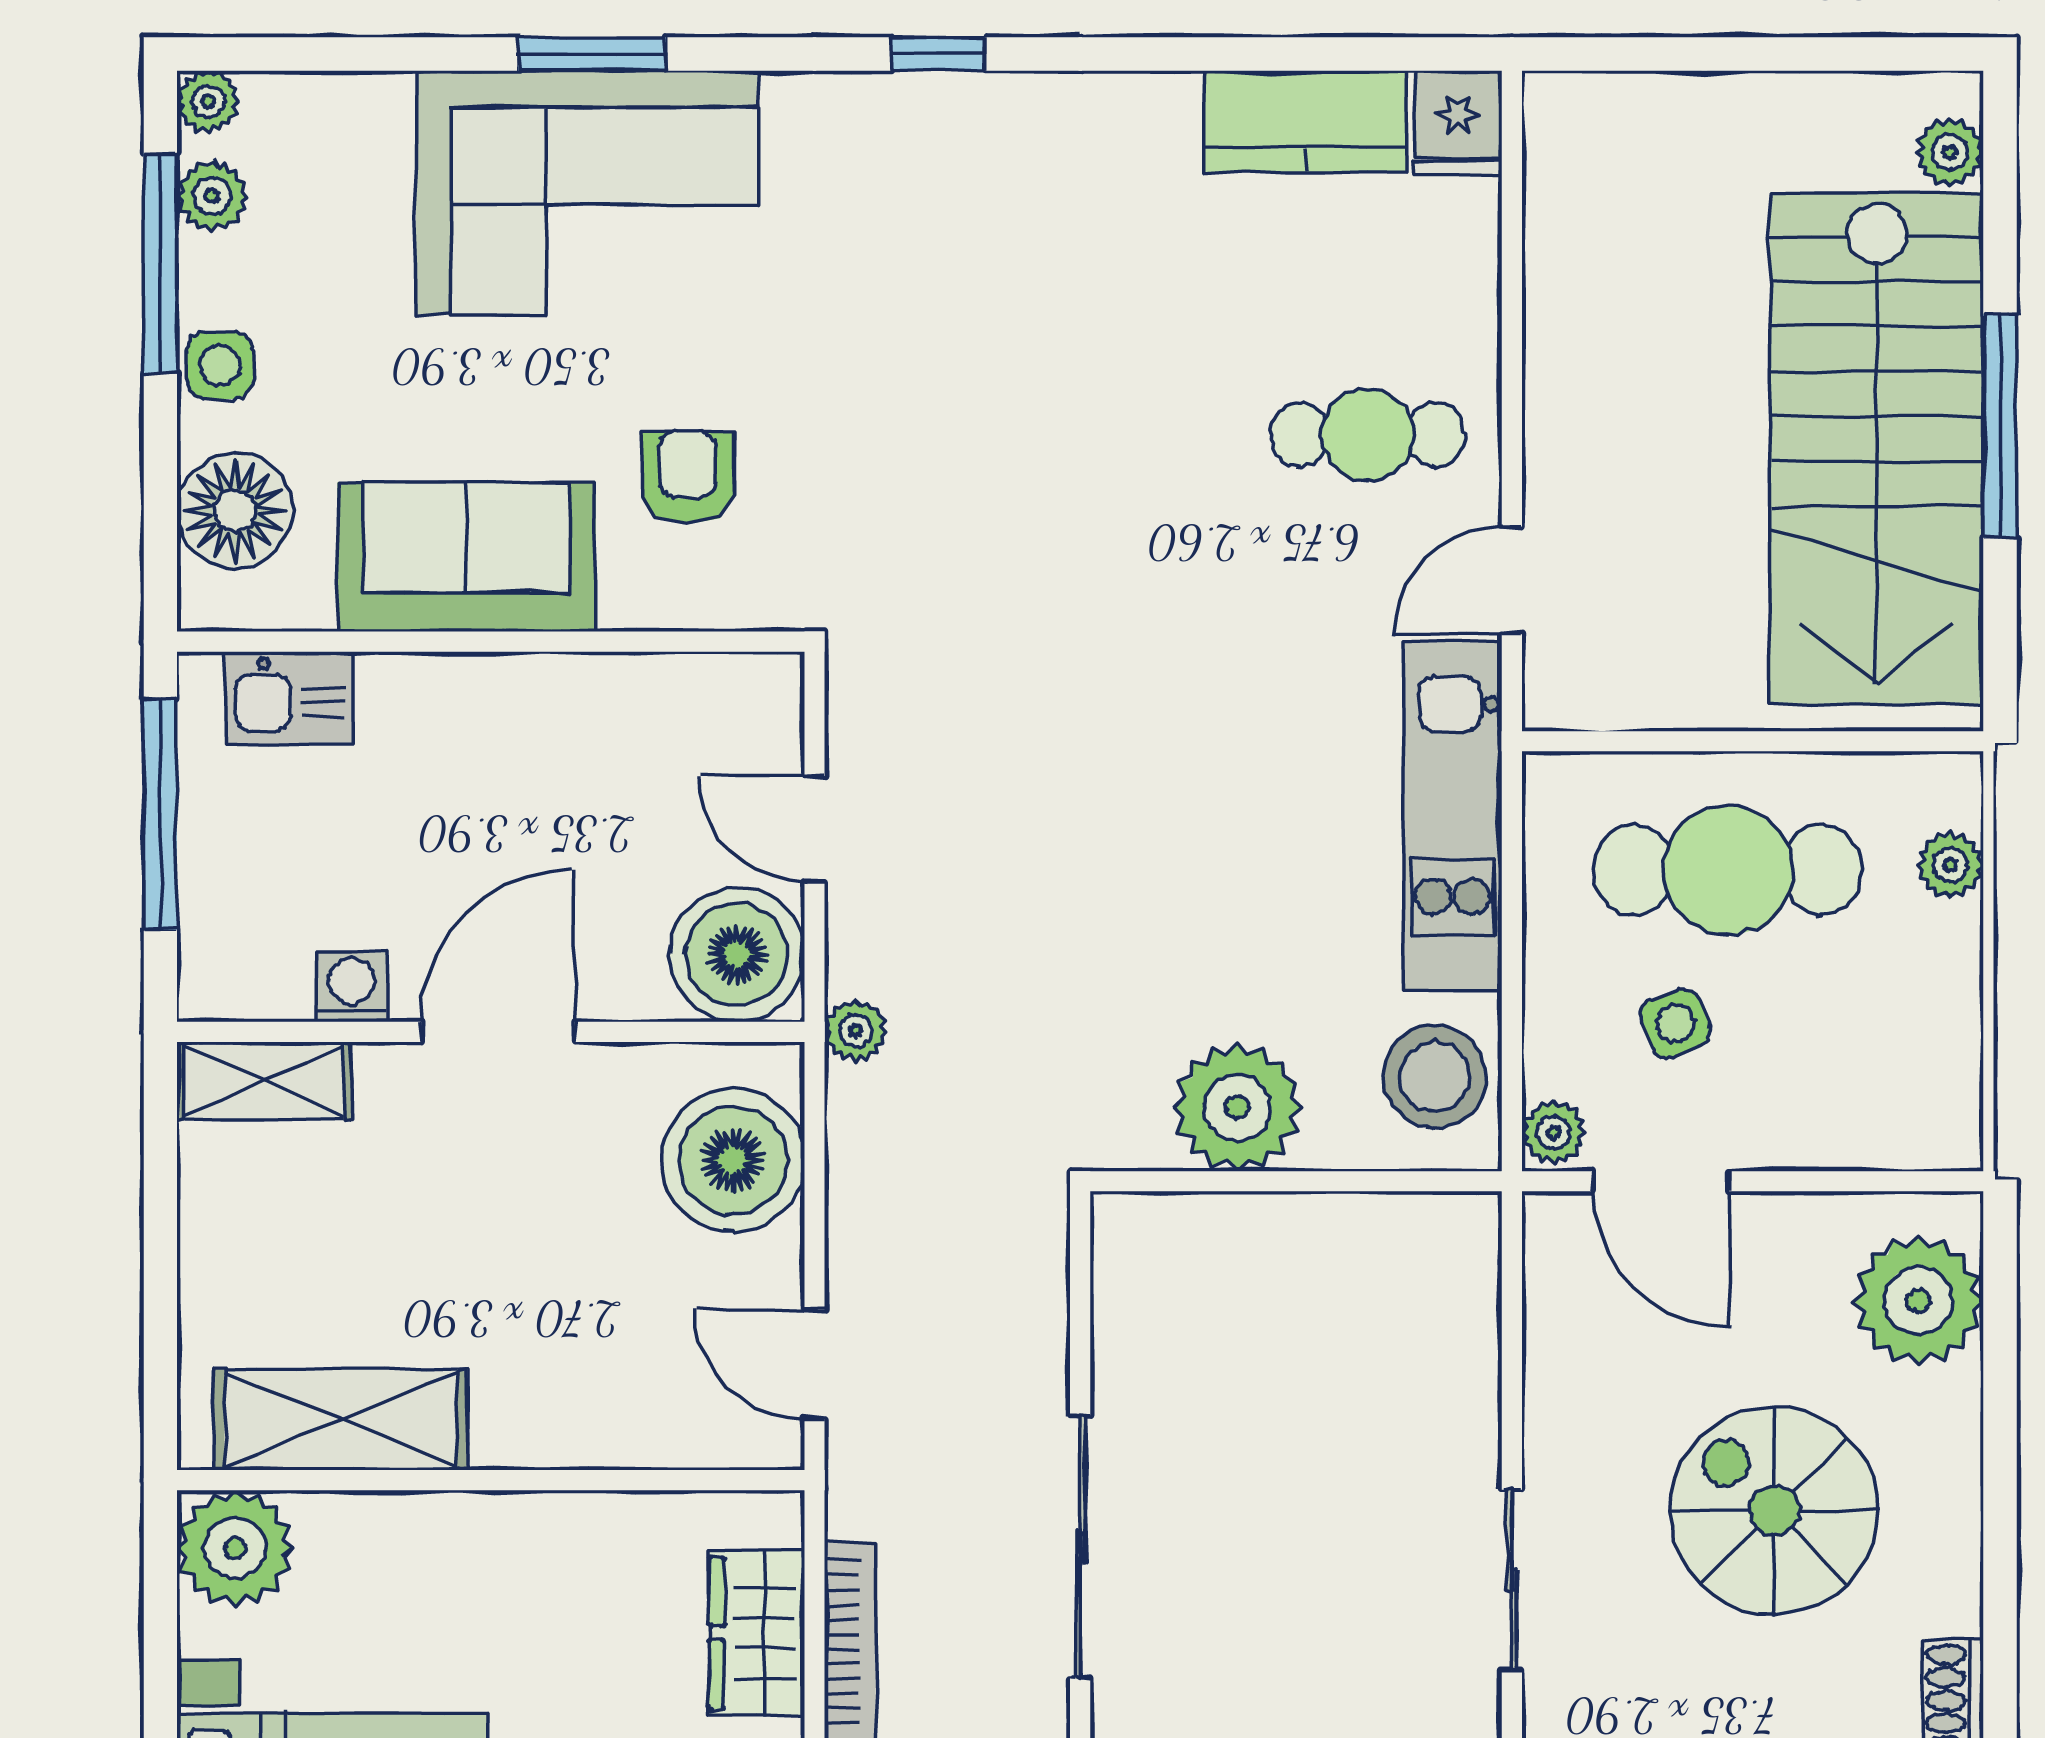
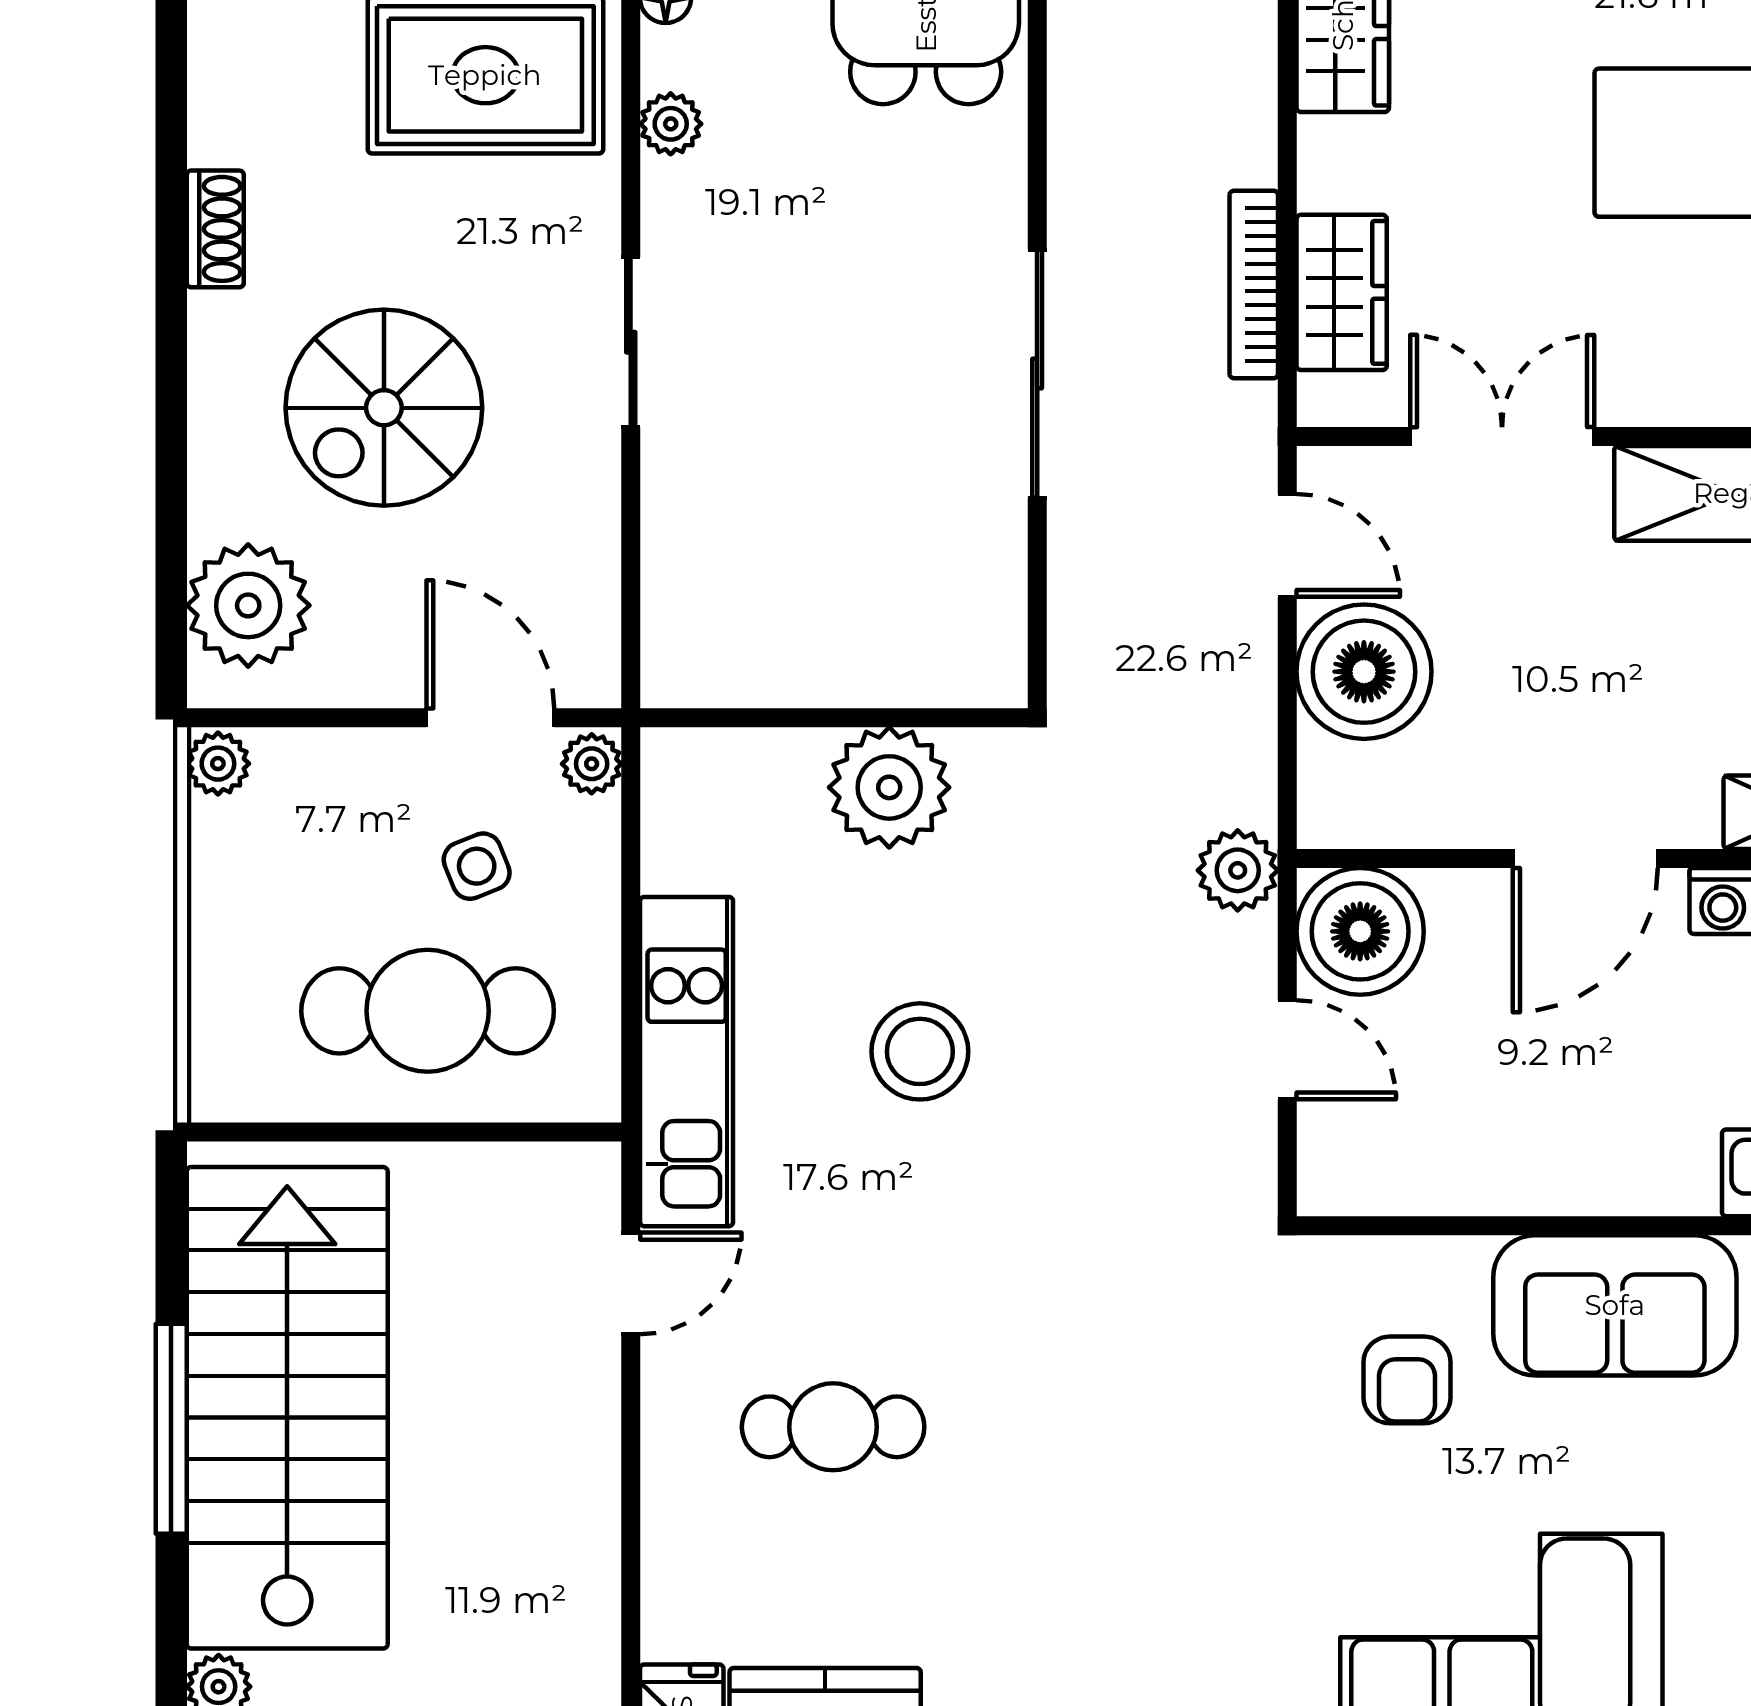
cafe table: (1368, 435) -> (833, 1427), moved
plant: (1950, 865) -> (218, 764), moved
plant: (856, 1031) -> (1238, 870), width x1.38, depth x1.38
stool: (1435, 1077) -> (920, 1051), moved
boiler: (733, 1160) -> (1364, 672), moved
double door: (586, 1480) -> (1502, 436), added
spiral stairs: (1774, 1511) -> (384, 408), turned 90

